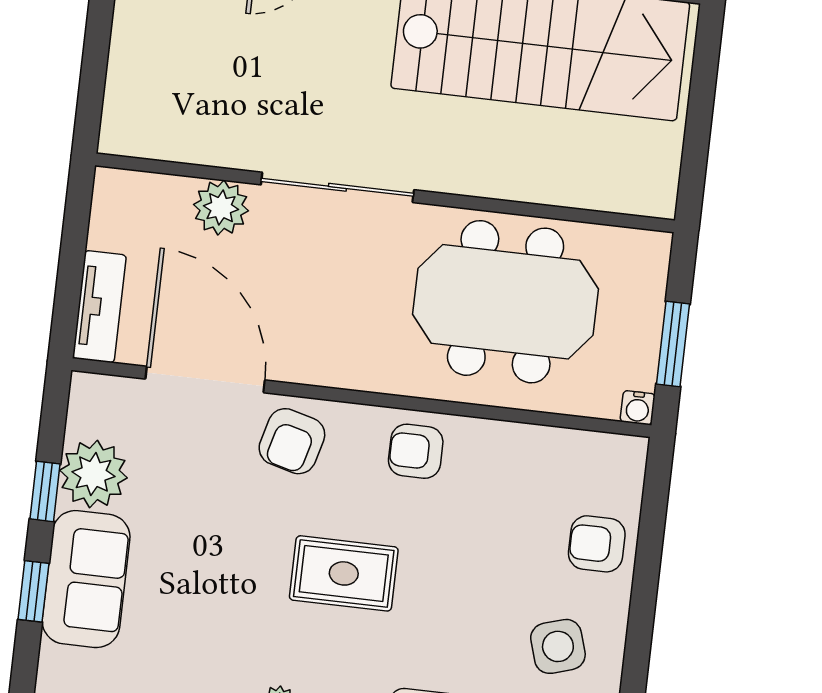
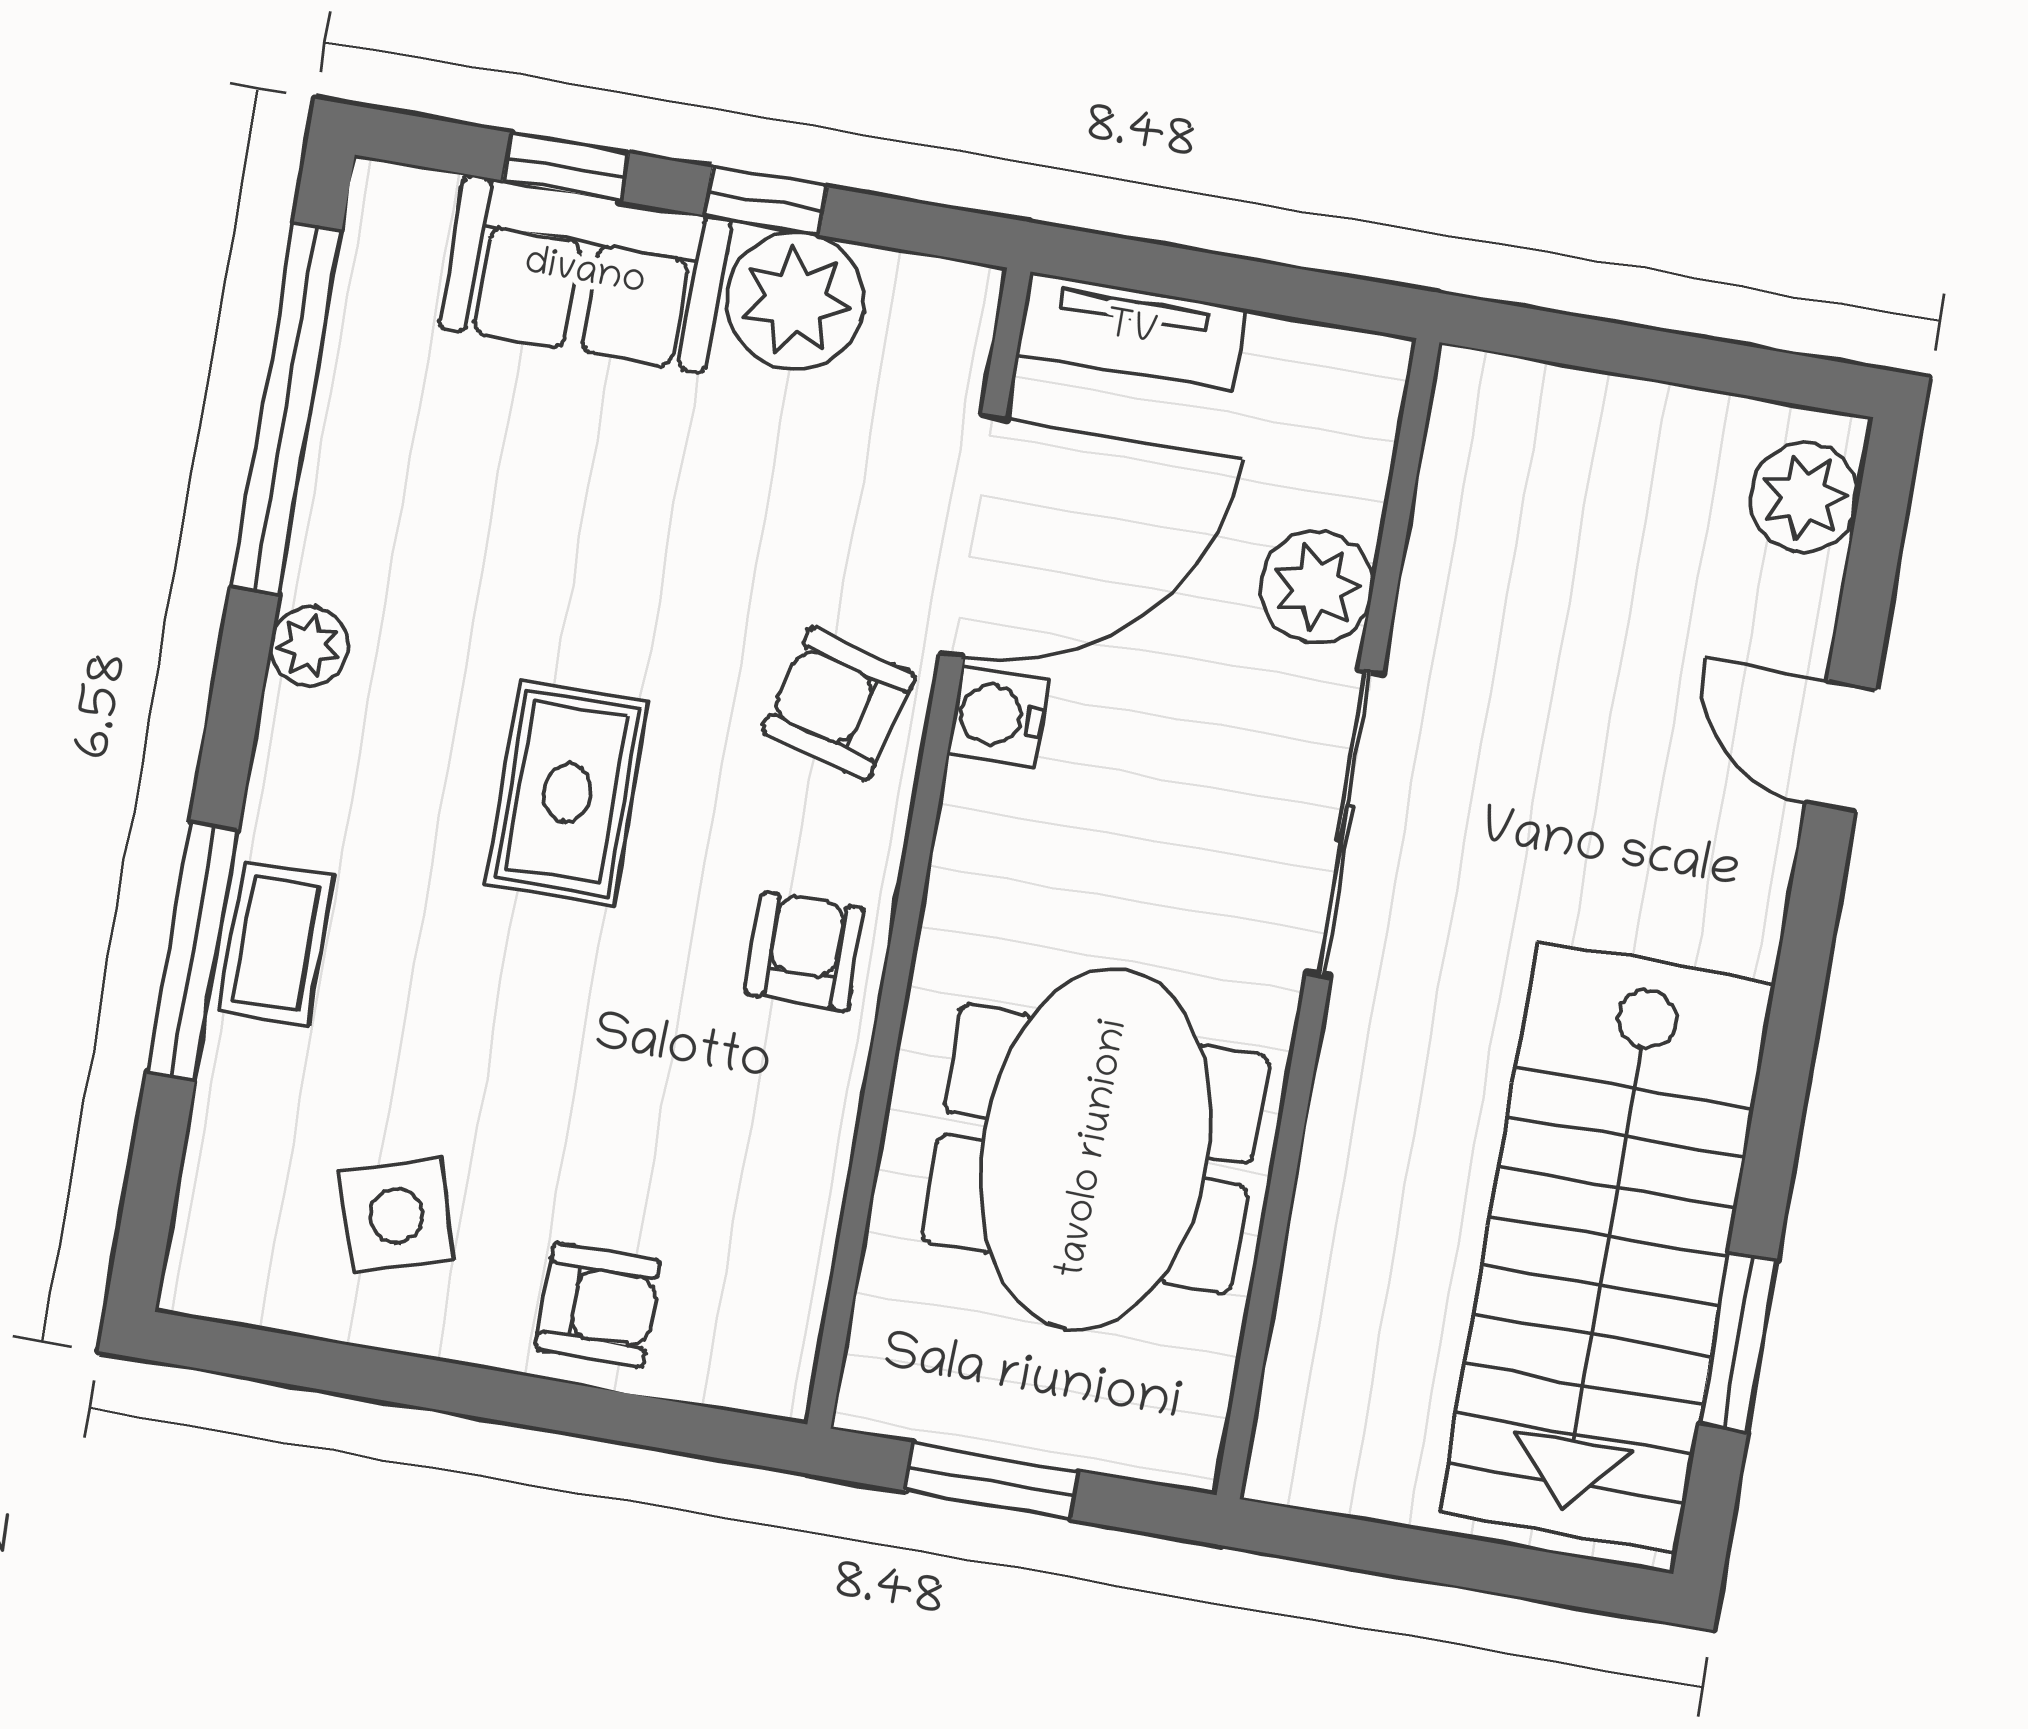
water cooler: (638, 408) -> (998, 716), moved, width x1.38, depth x1.38
armchair: (597, 544) -> (598, 1305), turned 90

